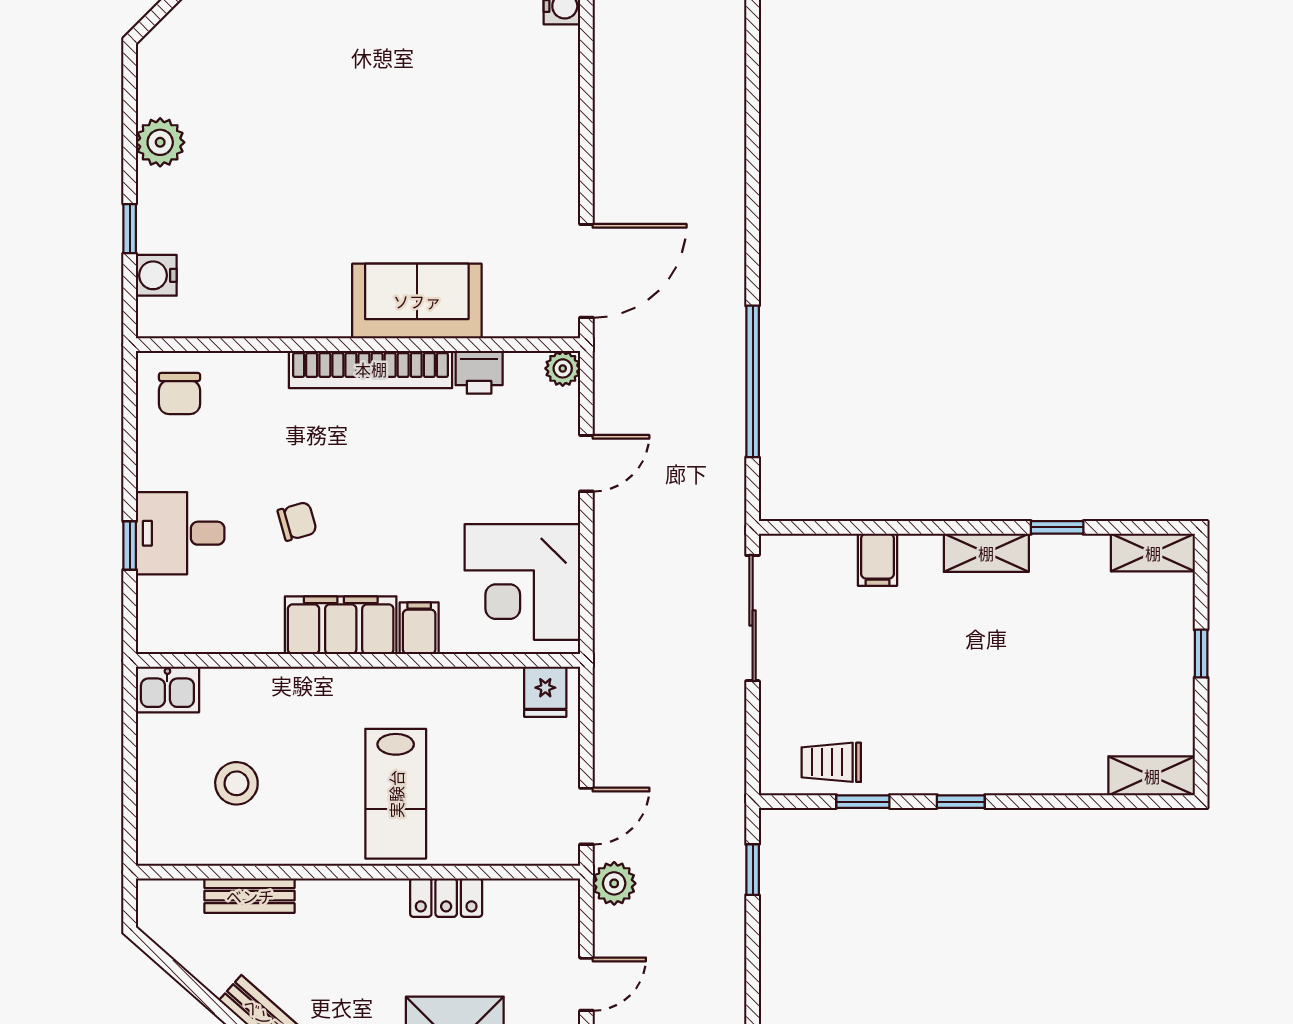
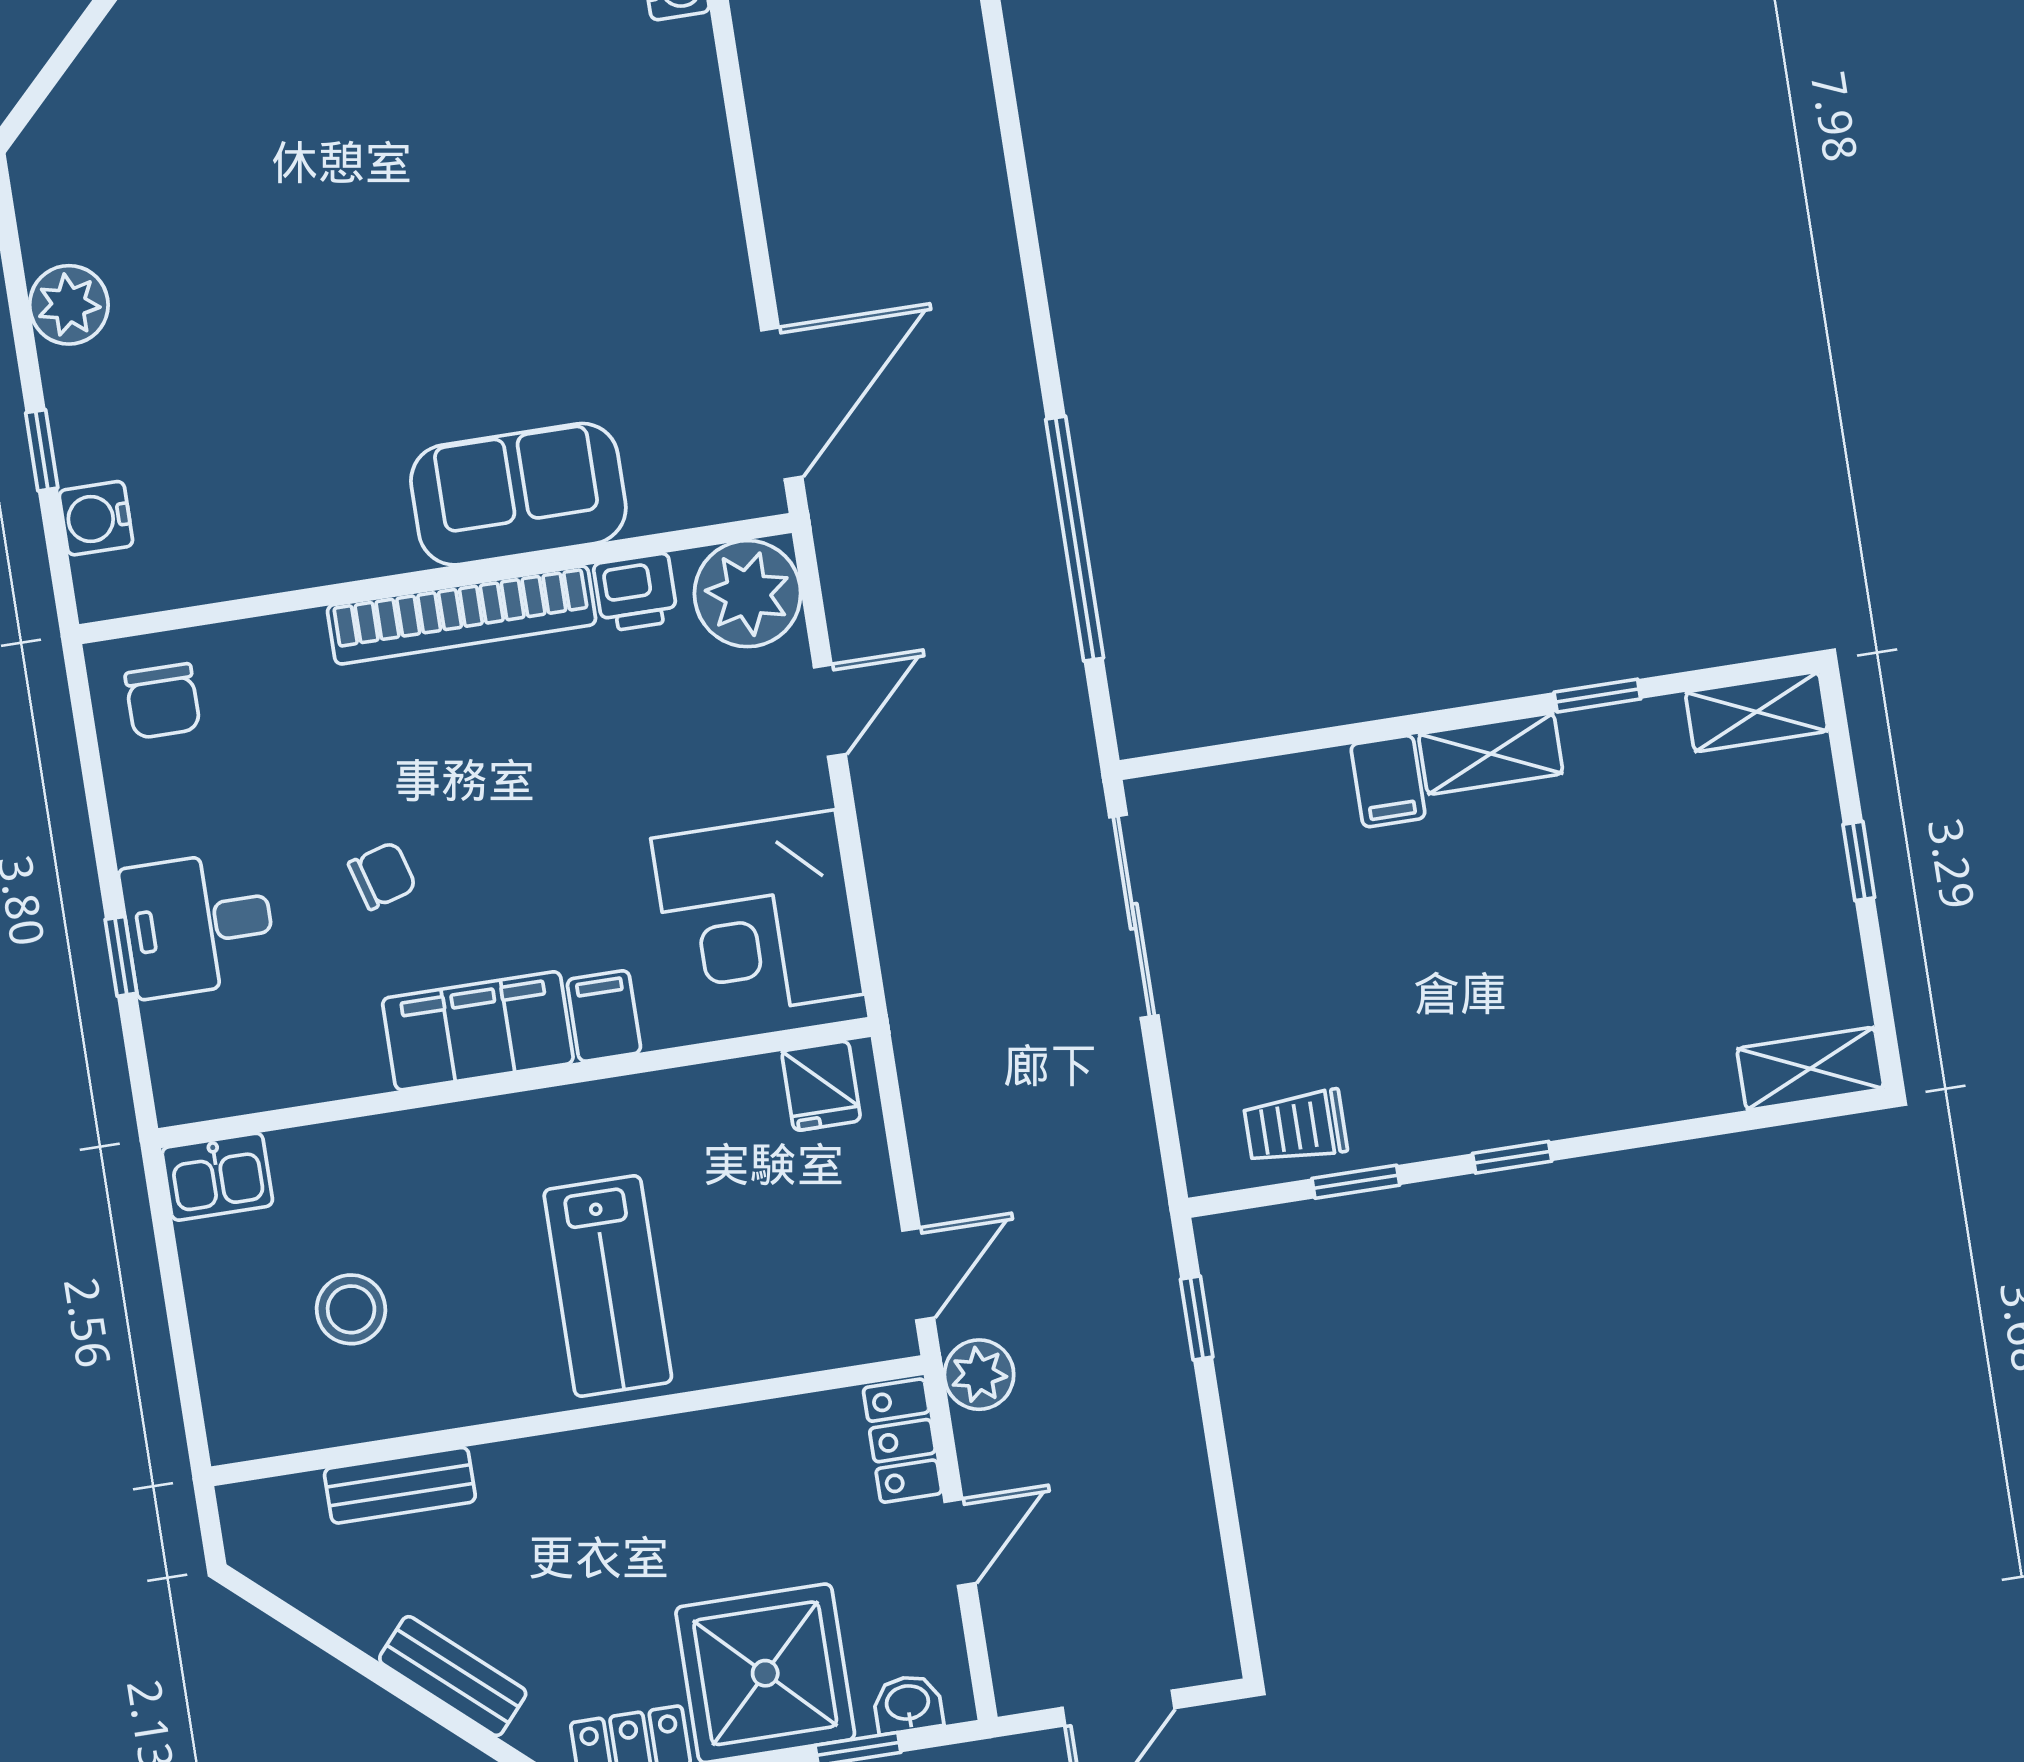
plant: (563, 368) -> (748, 594), width x1.87, depth x1.87
filing cabinet: (878, 560) -> (1388, 781), moved
locker: (446, 898) -> (902, 1441), moved, turned 90

